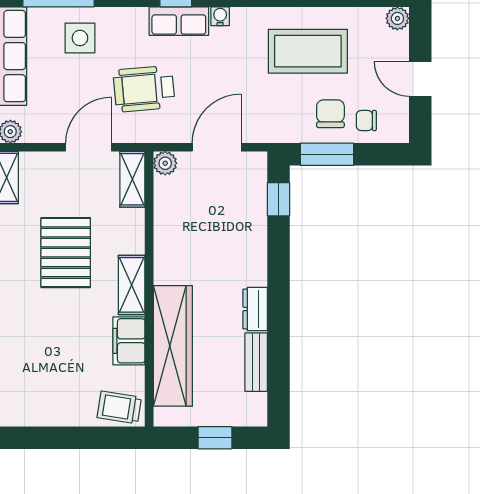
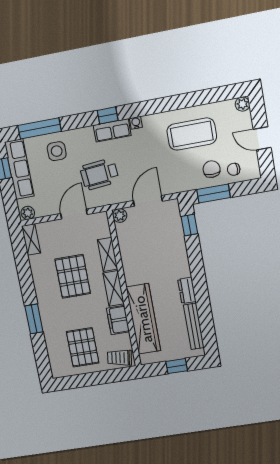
shelving: (132, 179) -> (108, 254), moved
bench: (256, 362) -> (194, 326), width x1.36
pallet: (59, 379) -> (83, 347), added

